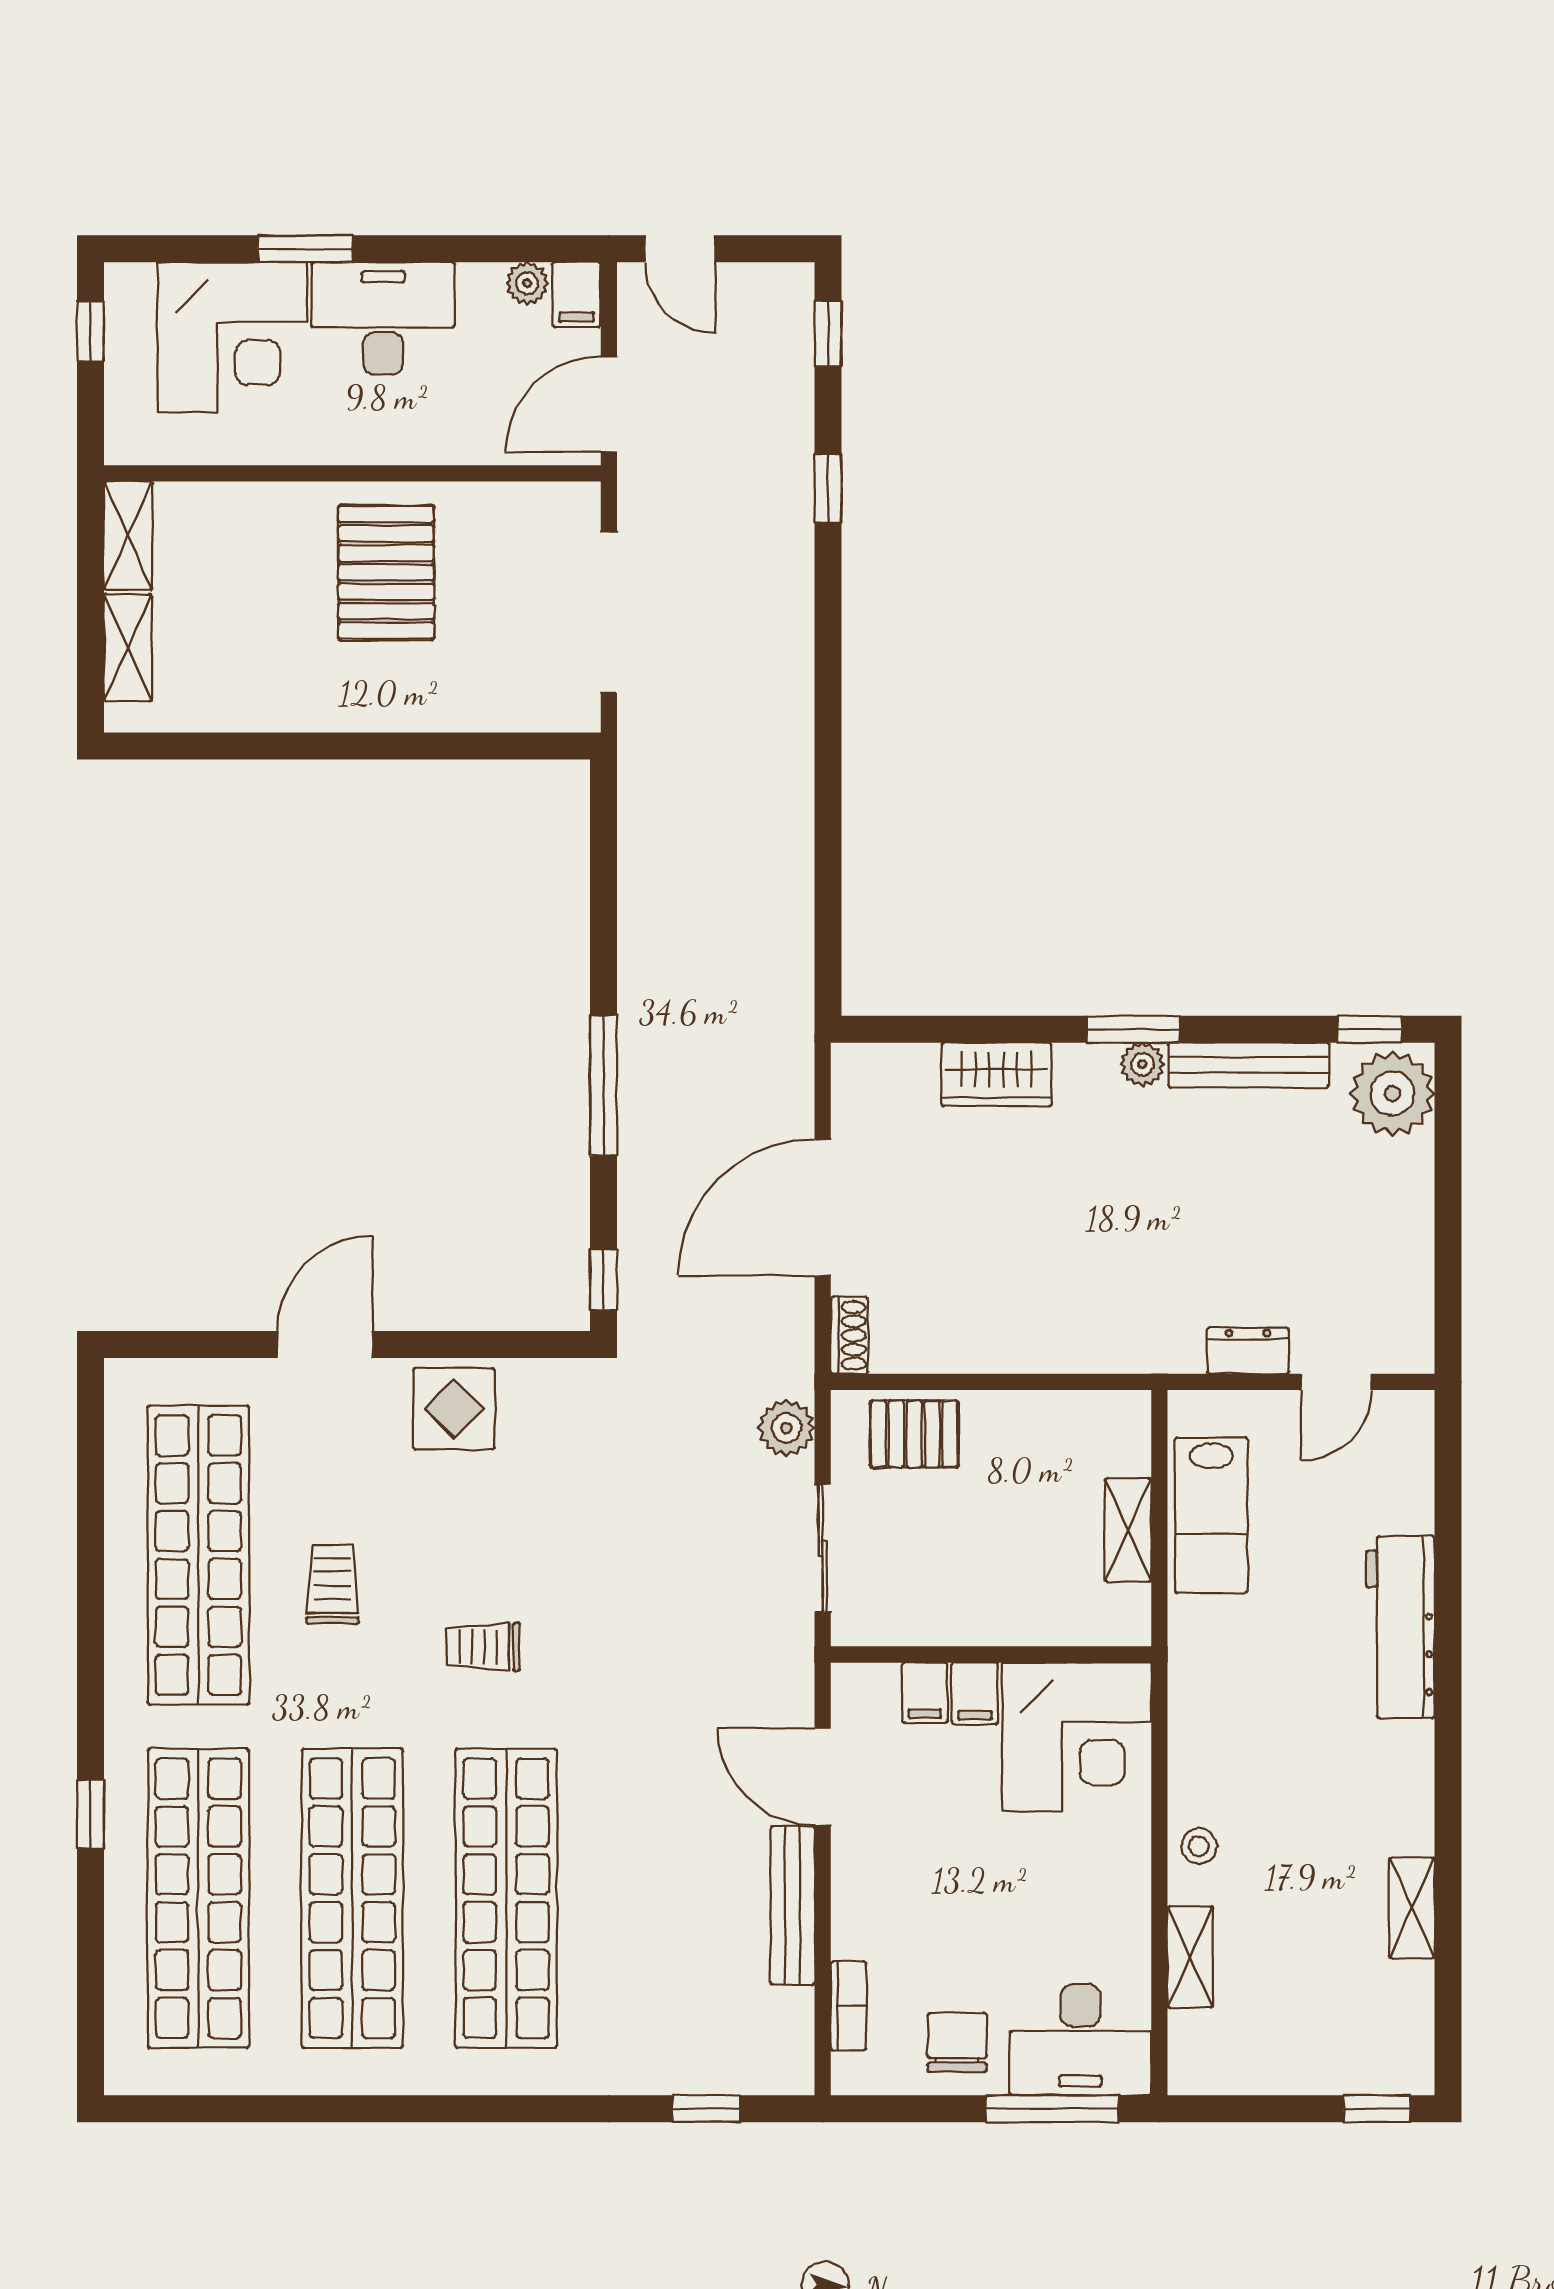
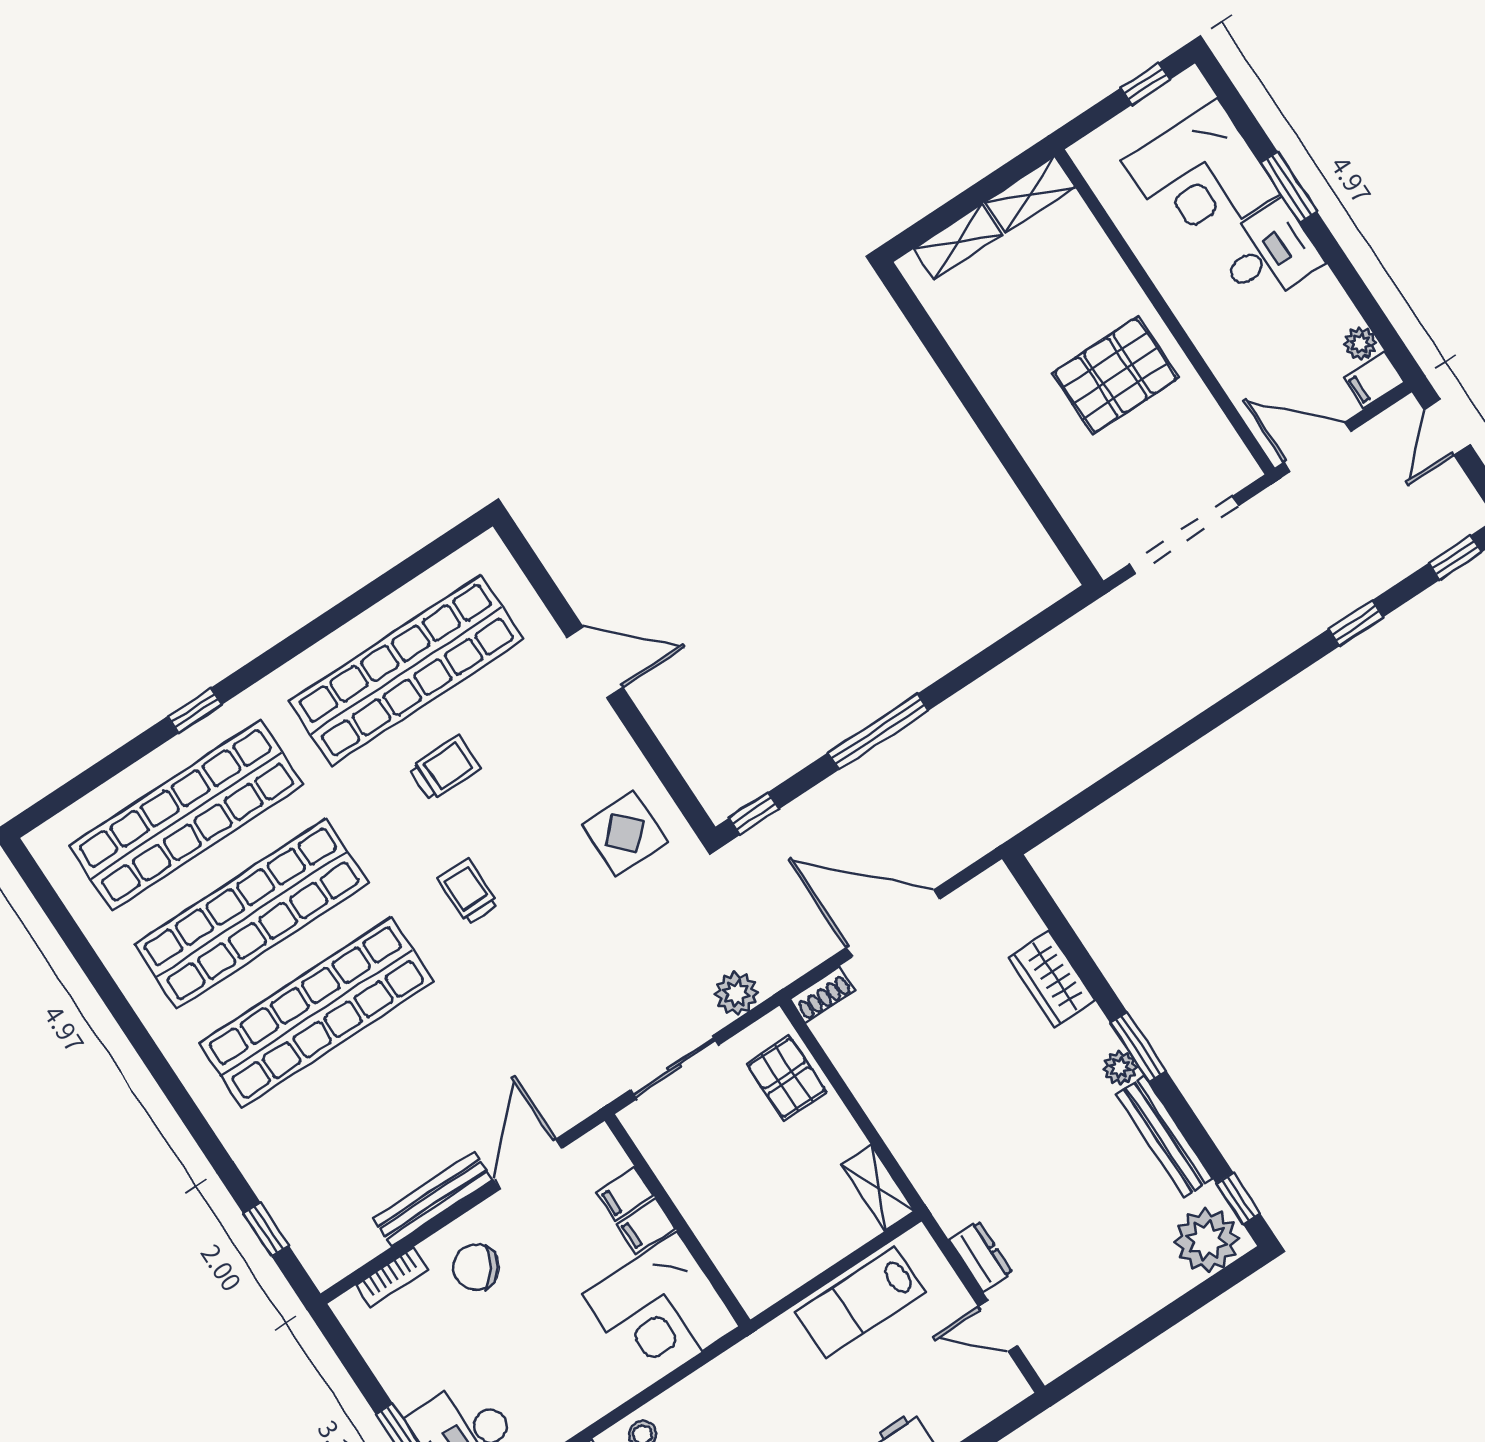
desk: (383, 318) -> (1269, 254), width x0.73
display table: (454, 1409) -> (625, 833), moved
shelving: (1128, 1530) -> (878, 1188), moved, turned 90
chair: (957, 2043) -> (476, 1267), moved, turned -146

